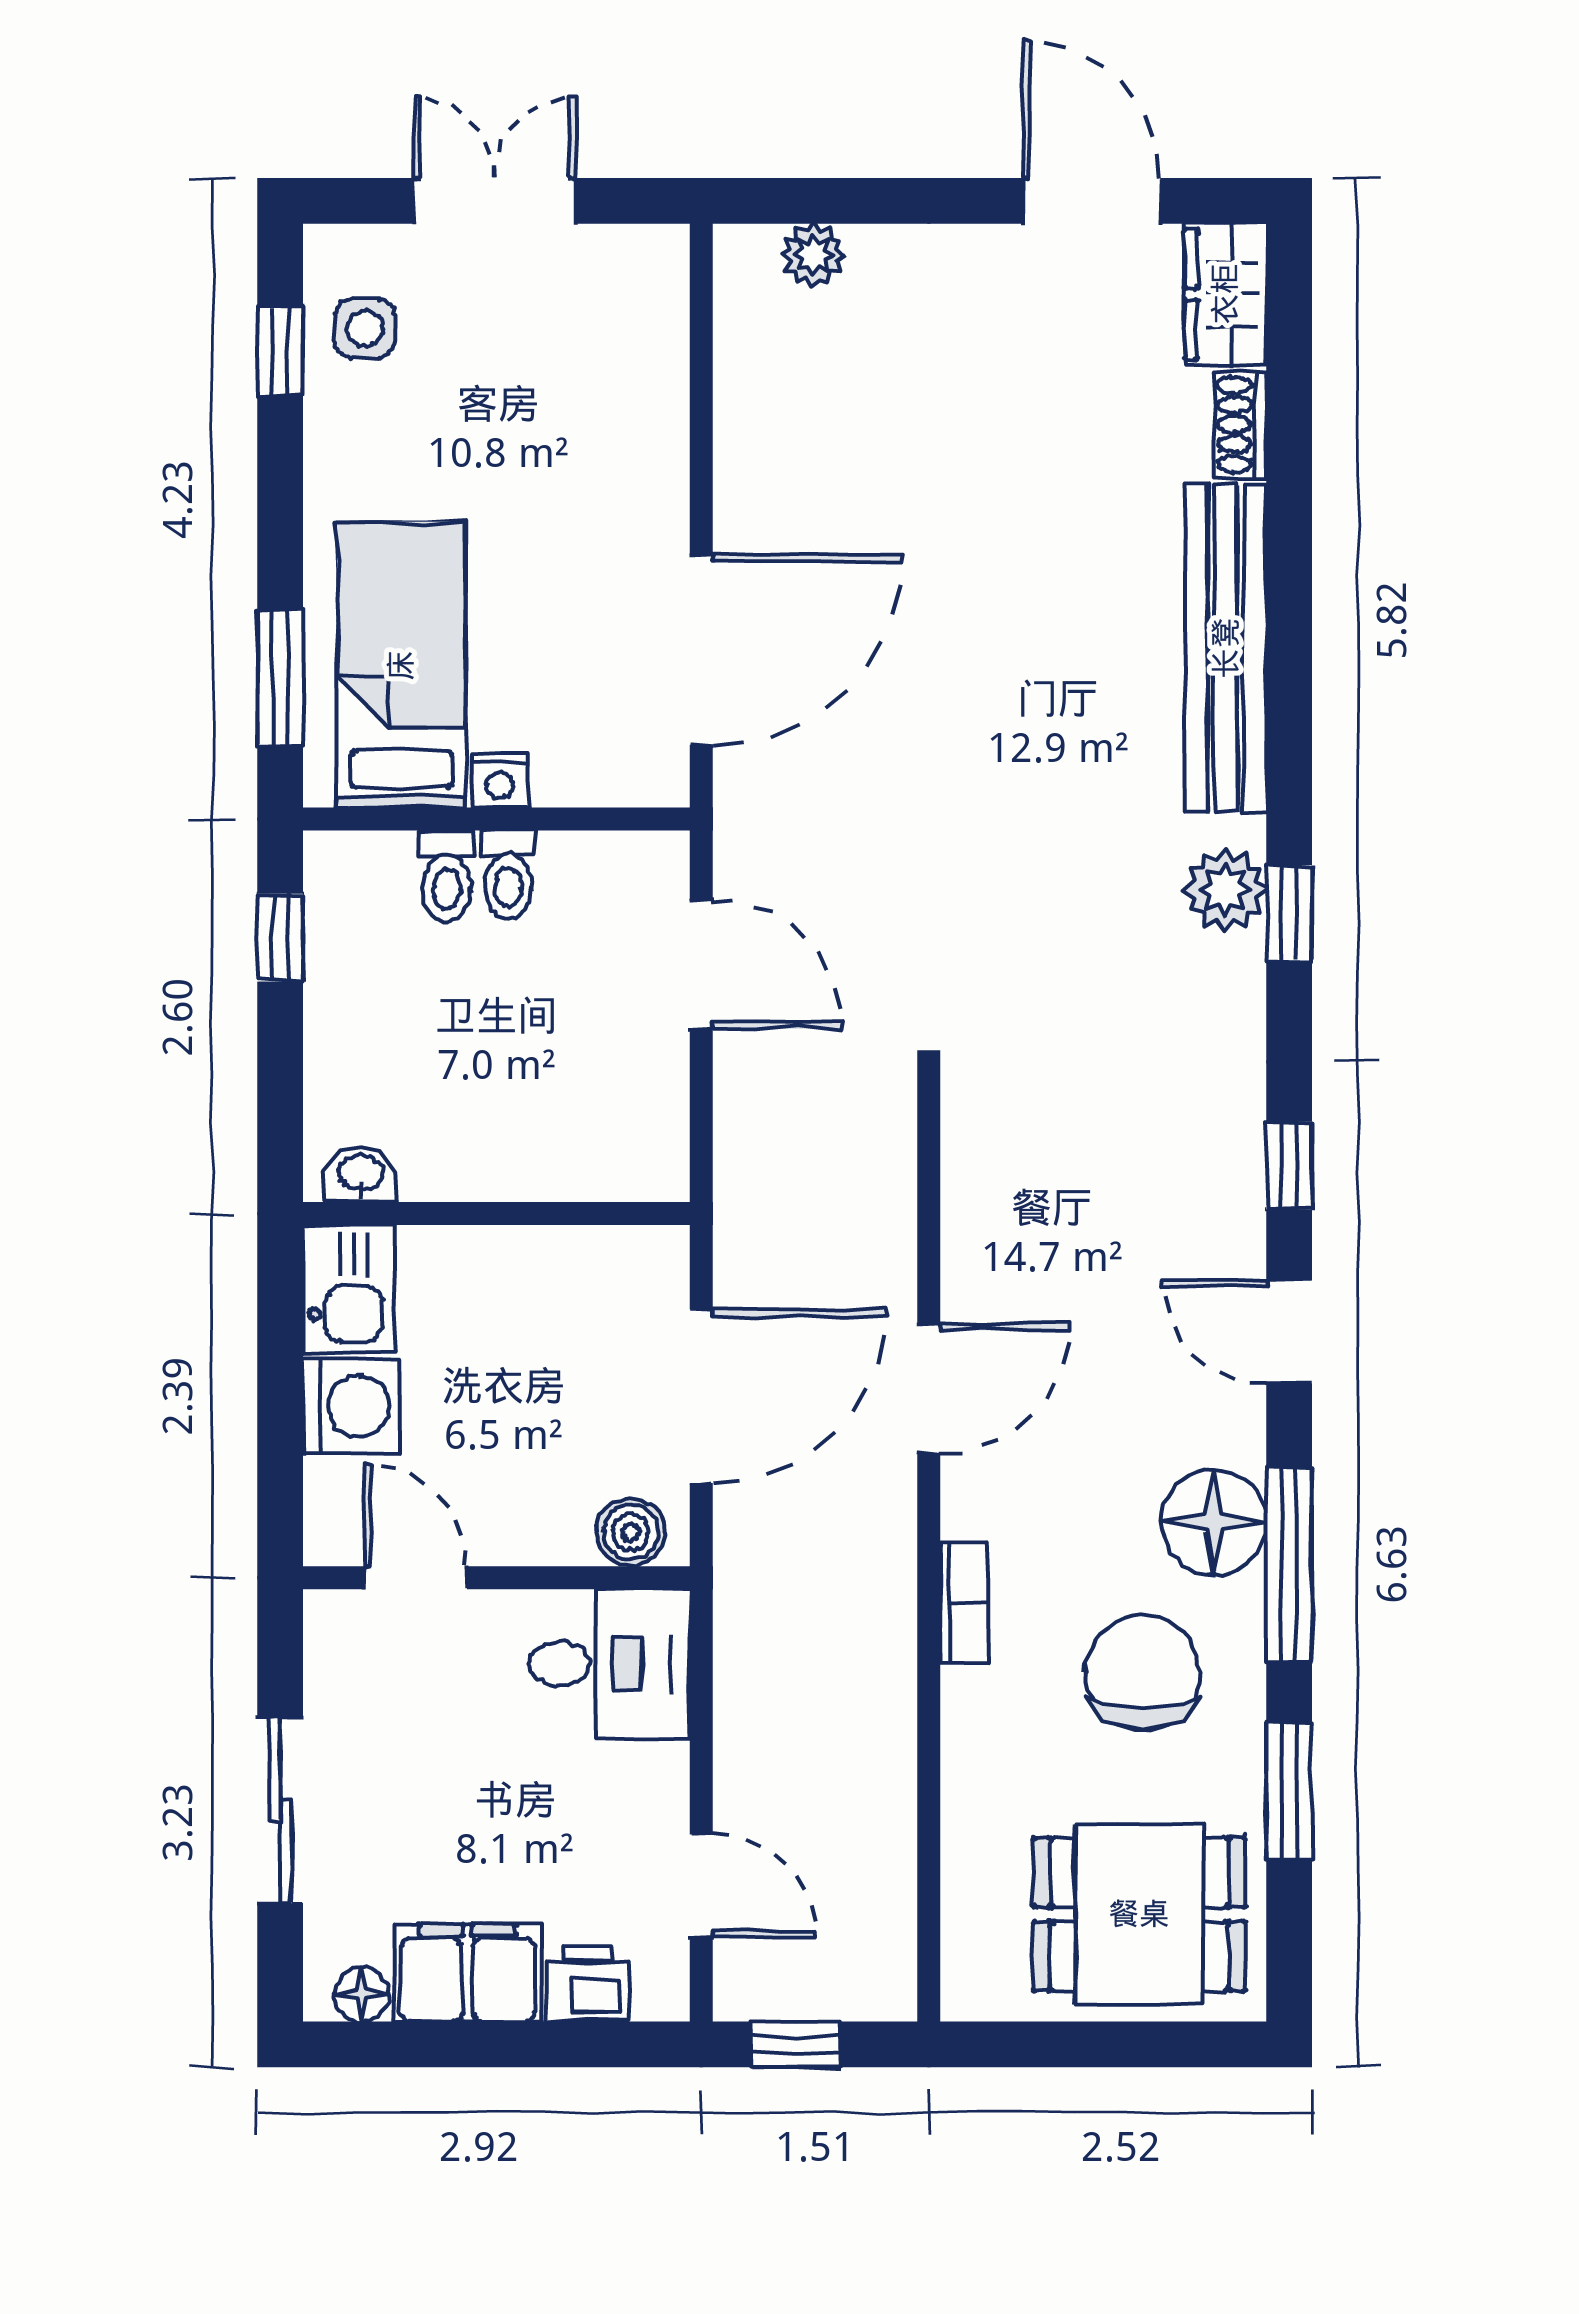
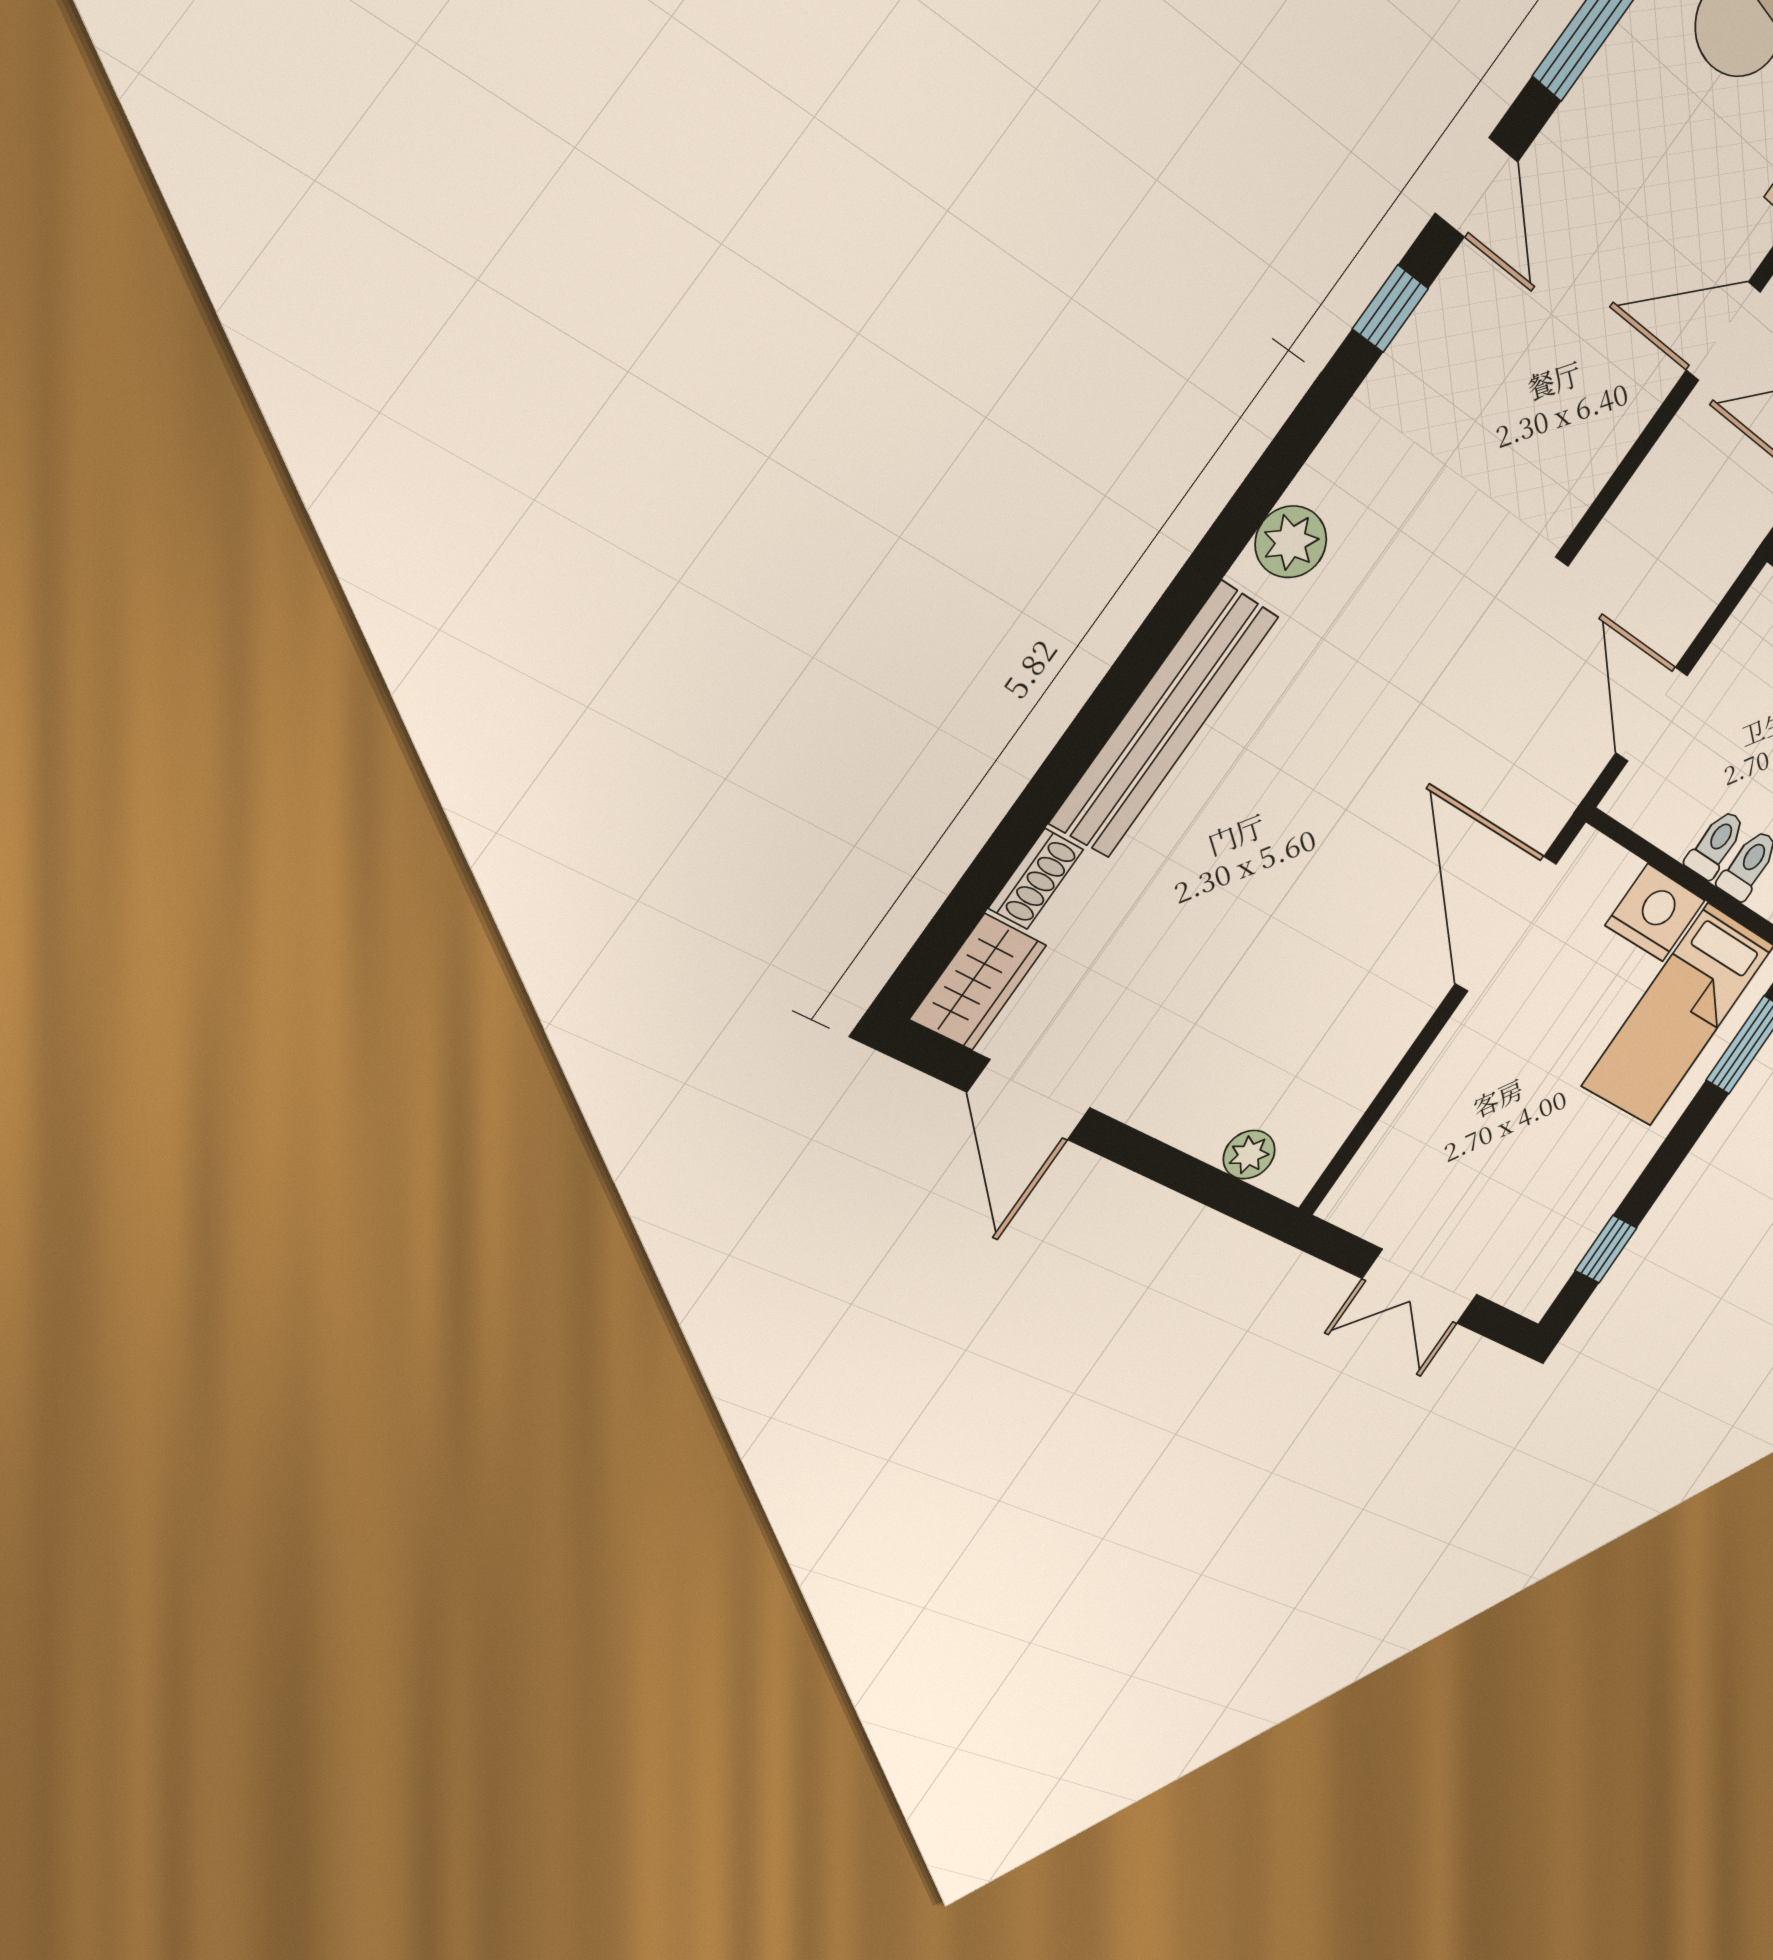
side table: (365, 329) -> (1551, 1240), removed
door: (701, 650) -> (1506, 924), hinge flipped
nightstand: (500, 781) -> (1655, 913), width x1.89, depth x1.79
window: (1289, 913) -> (1258, 494), removed
floor lamp: (1214, 1522) -> (1622, 92), removed

